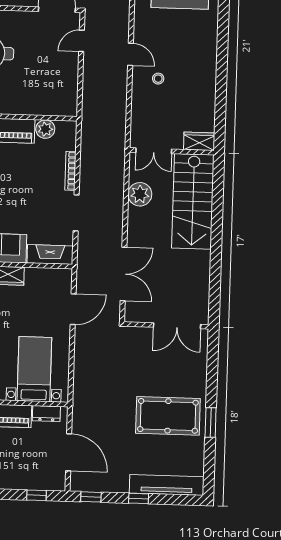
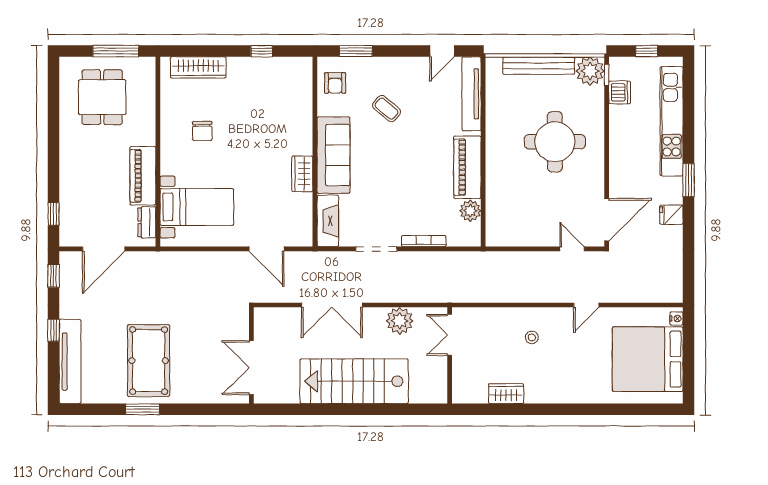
door: (130, 54) -> (586, 305), moved
wardrobe: (199, 141) -> (506, 394), moved, turned -90
stairs: (193, 201) -> (354, 381), moved
double door: (124, 274) -> (332, 305), moved

